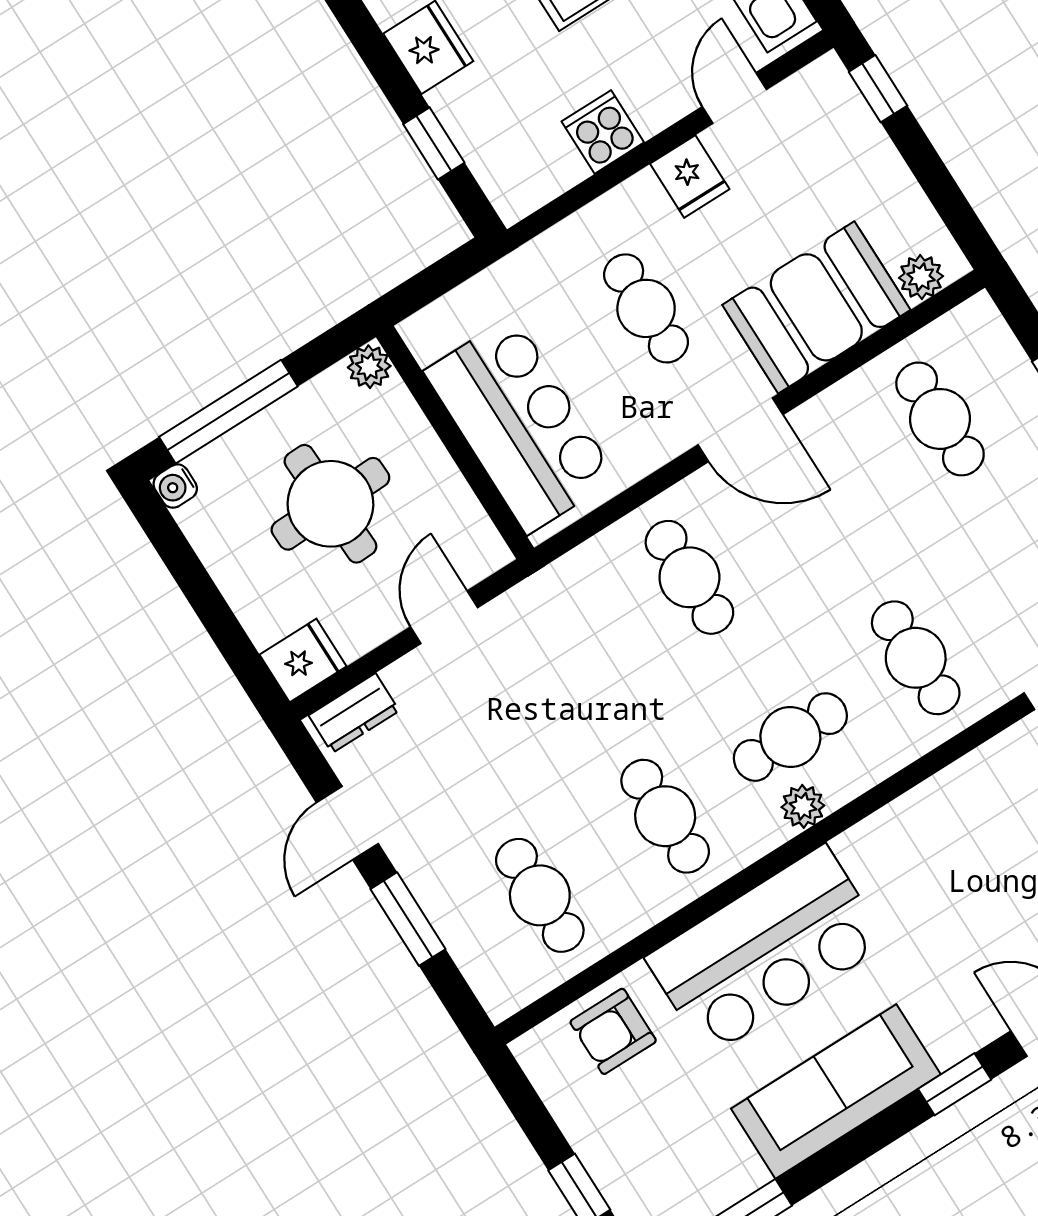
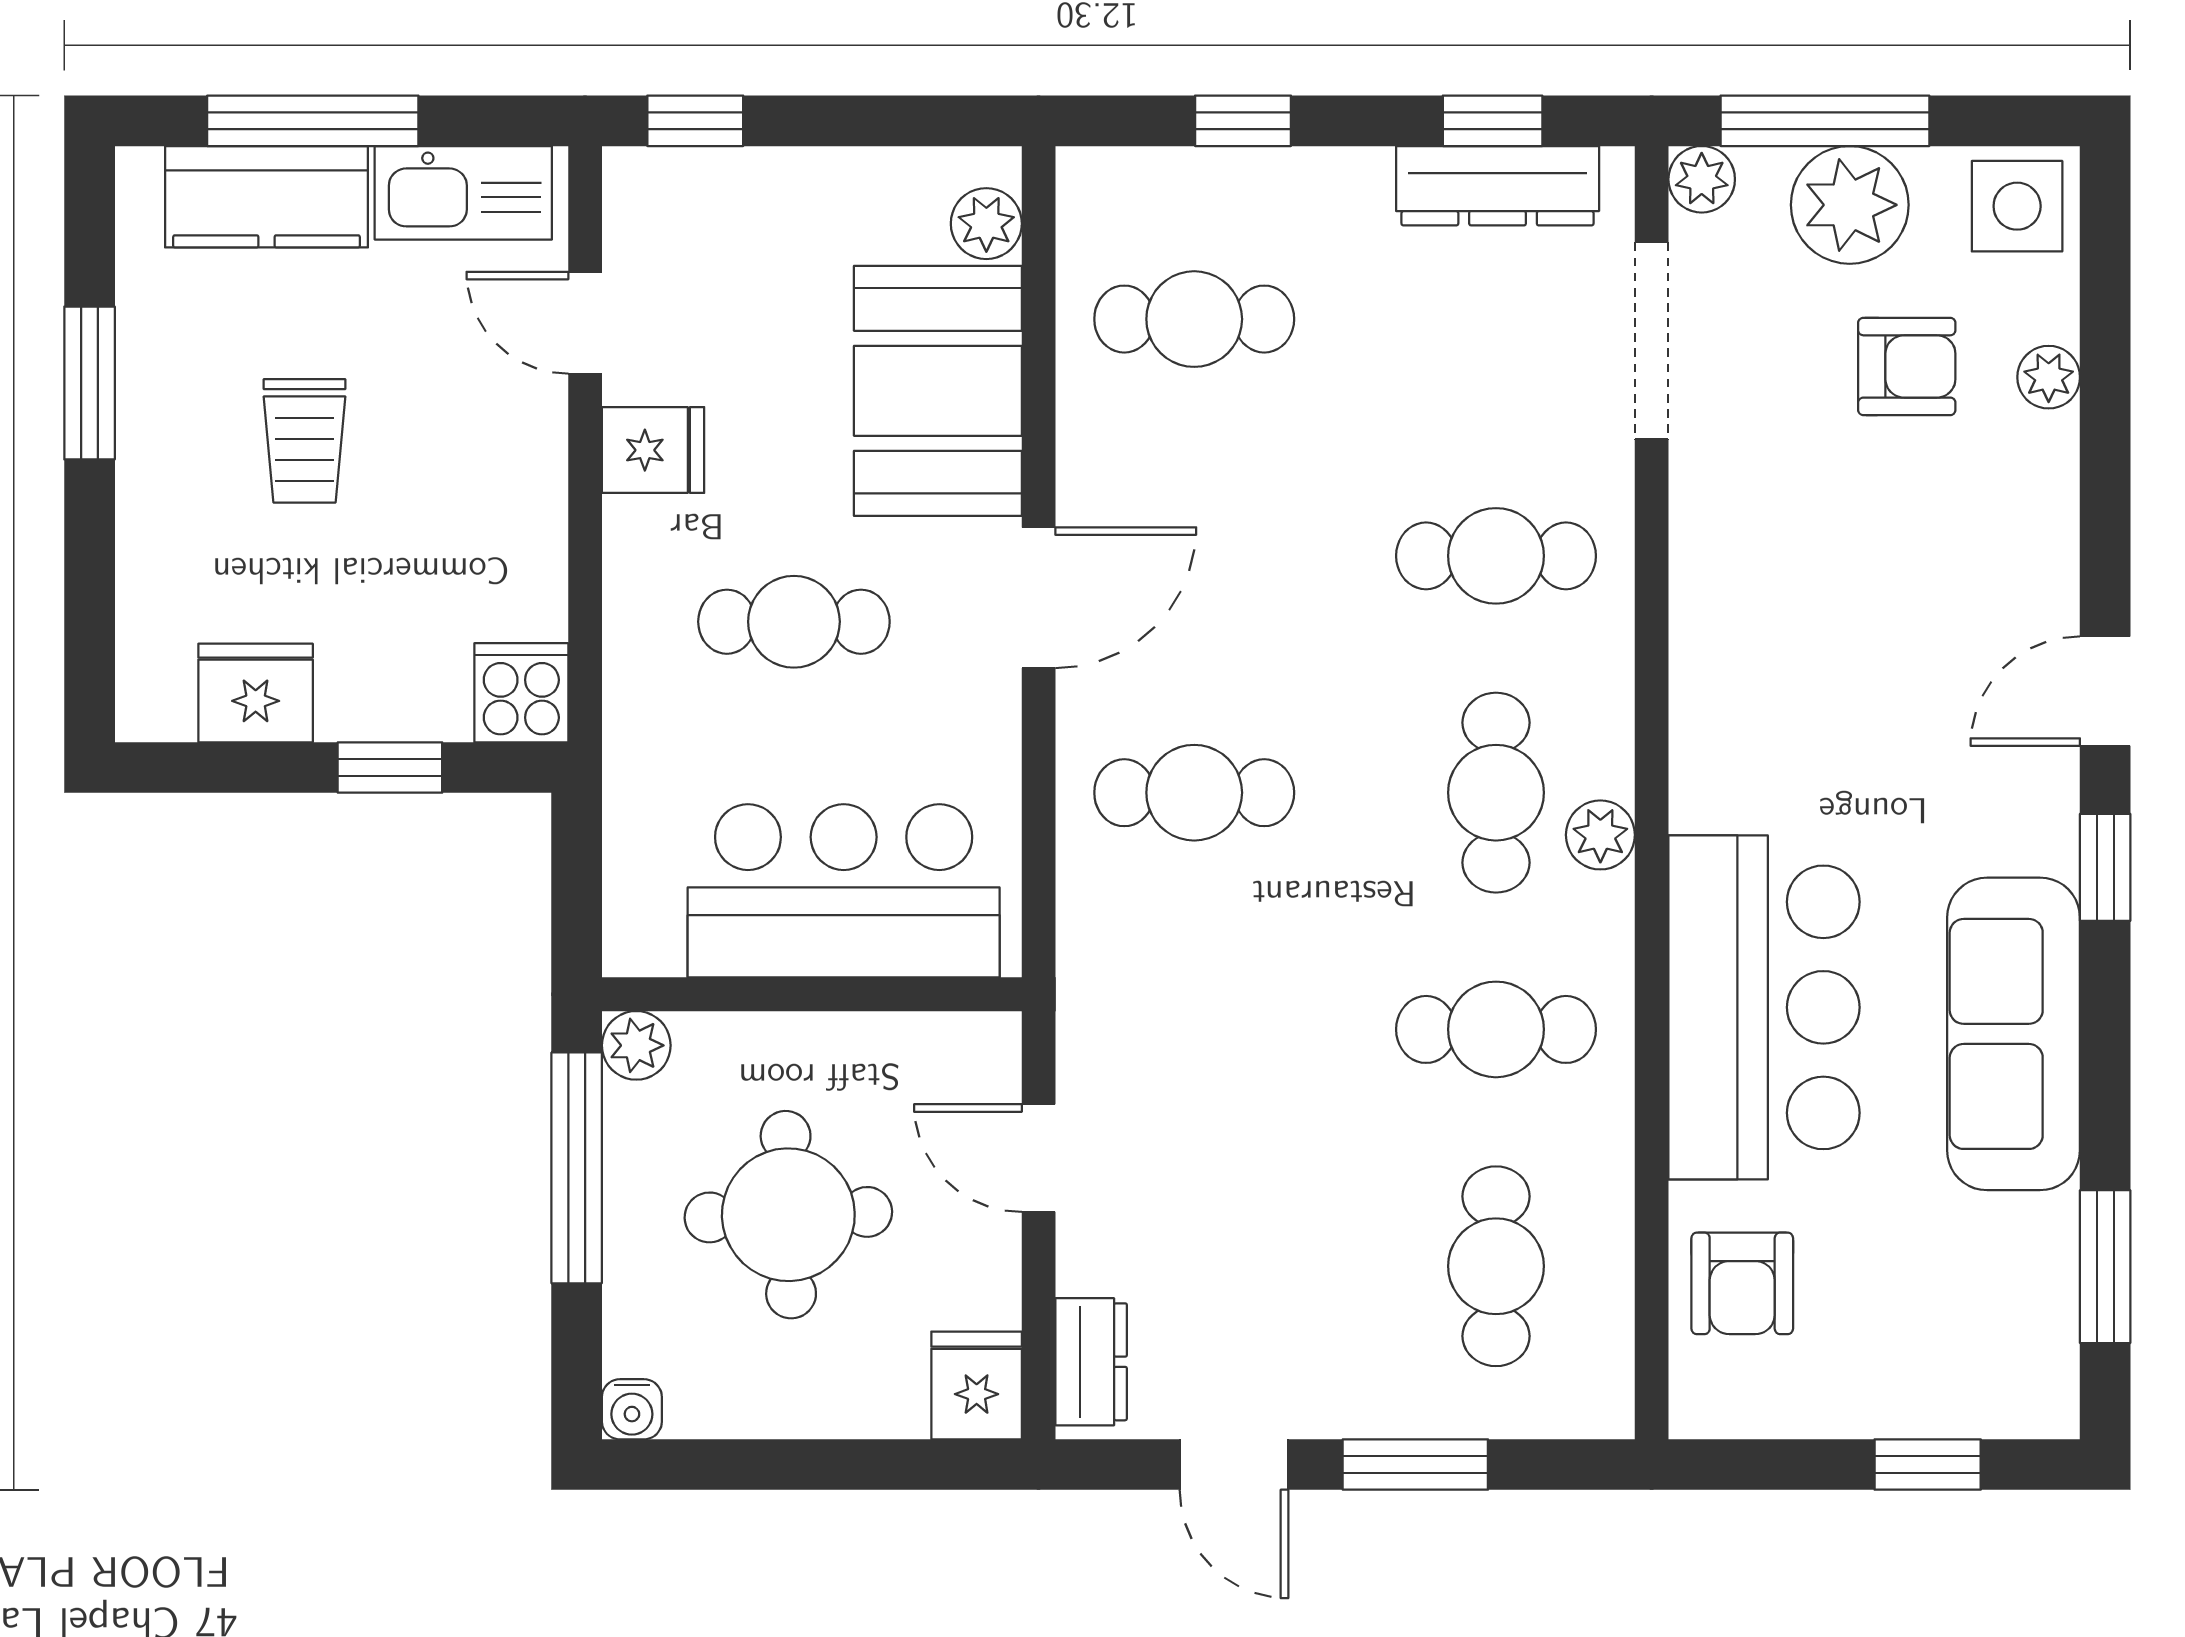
cooker: (603, 132) -> (521, 693), moved, turned 90
window: (228, 412) -> (577, 1168), moved
cafe table: (540, 895) -> (1496, 1266), turned 90

